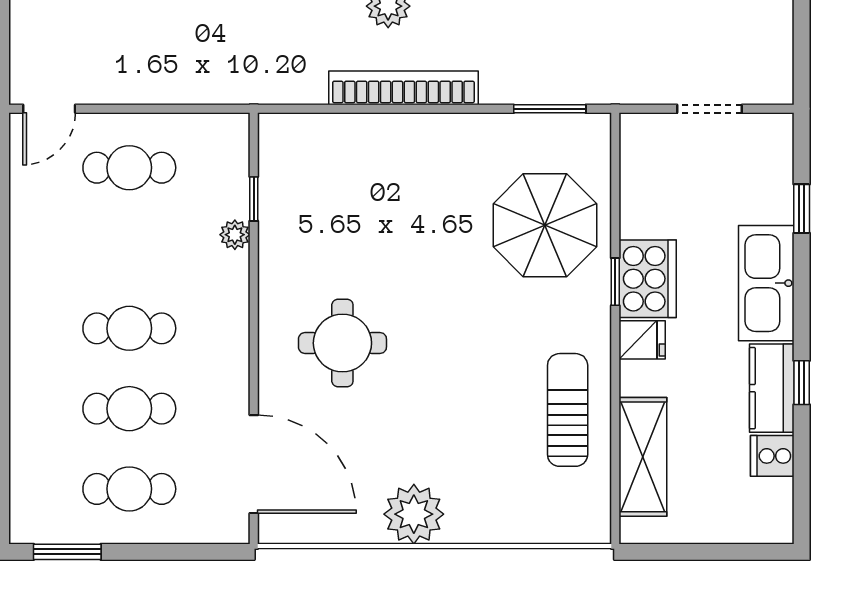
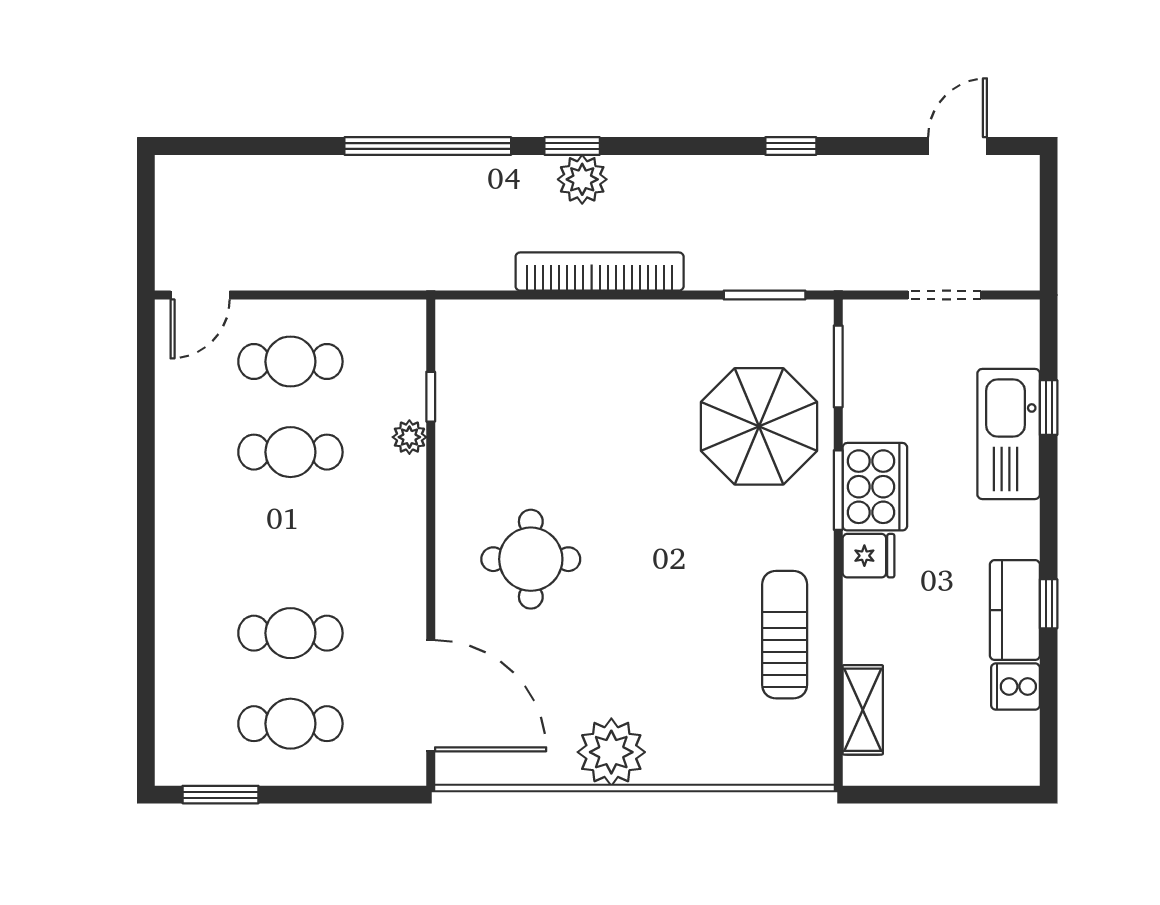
window: (615, 172) -> (838, 366), added
window: (615, 282) -> (838, 490), width x1.50
kitchen sink: (766, 283) -> (1009, 434), moved
cafe table: (129, 328) -> (290, 452), moved
shelving: (643, 457) -> (863, 710), width x0.67, depth x0.75

